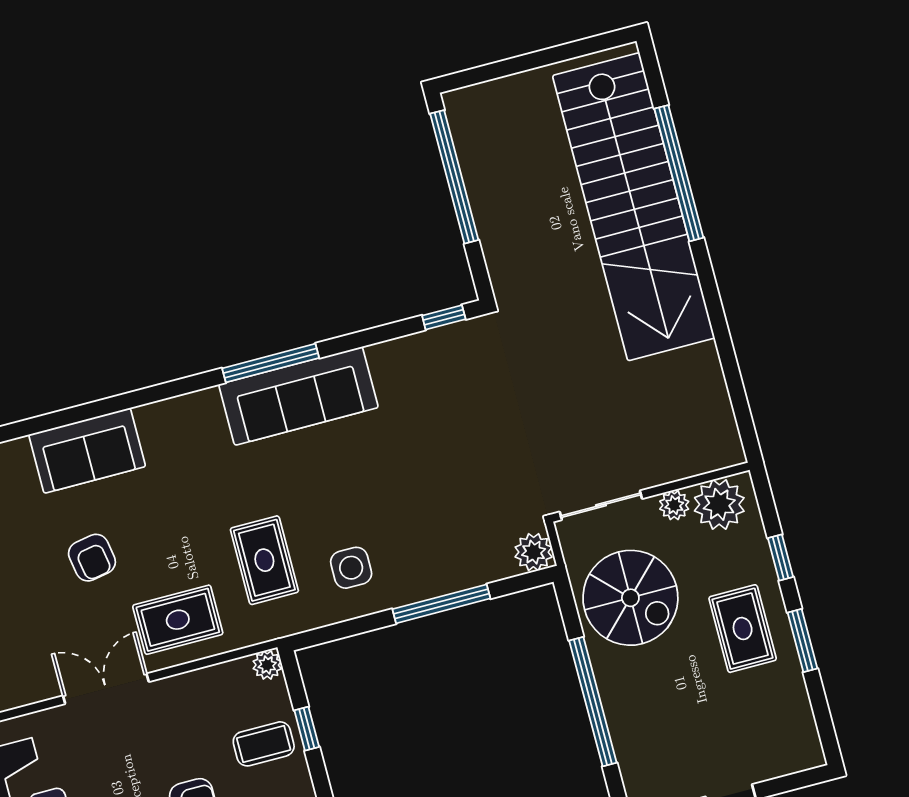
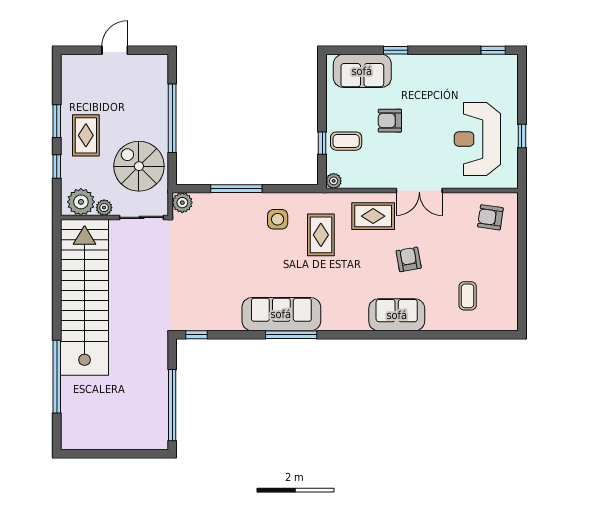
stairs: (634, 207) -> (85, 297), moved

